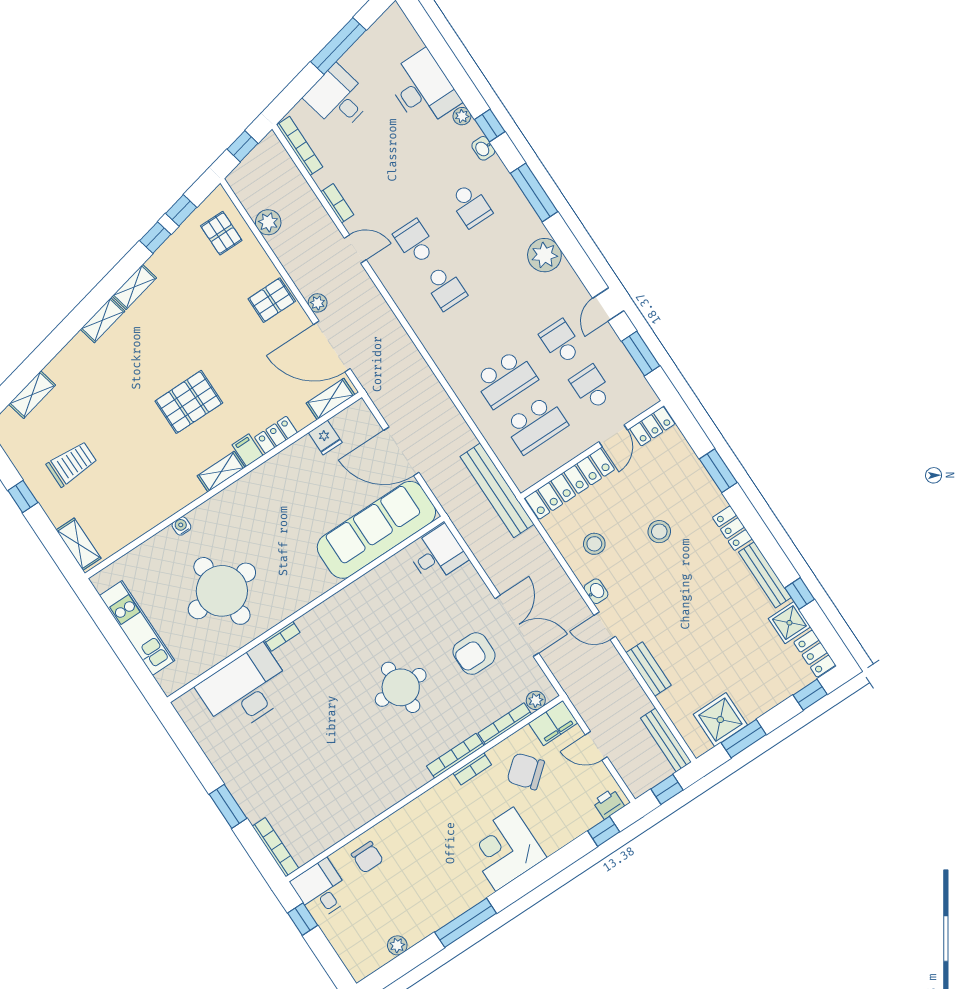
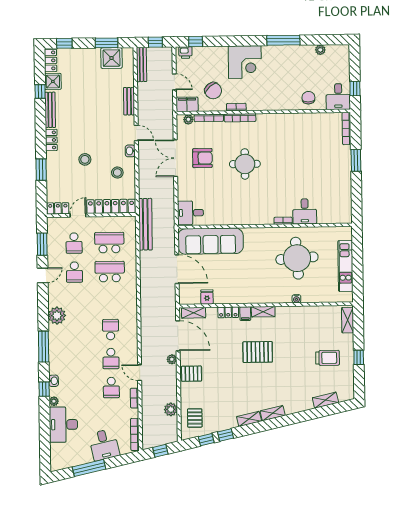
school desk: (470, 205) -> (111, 388), moved, turned 180
trolley: (72, 464) -> (328, 358), turned 180
desk: (245, 690) -> (305, 211), width x0.53, depth x0.77

